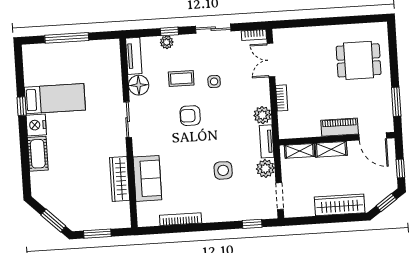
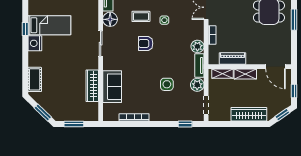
window: (396, 102) -> (294, 20), moved
piano: (340, 127) -> (232, 59), moved
cot: (38, 154) -> (35, 79), moved

